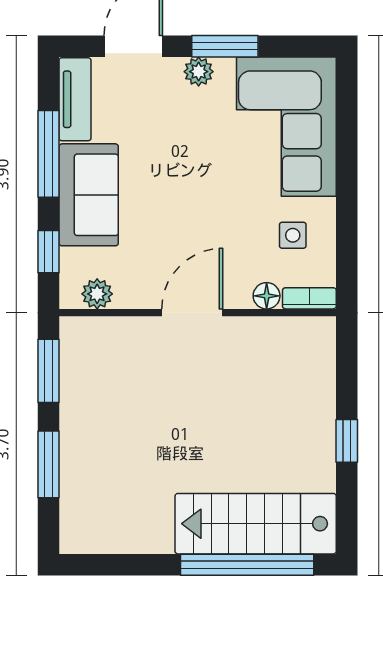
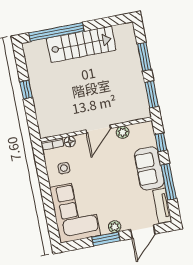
plant: (97, 294) -> (123, 132), moved
stairs: (256, 524) -> (81, 44), moved

